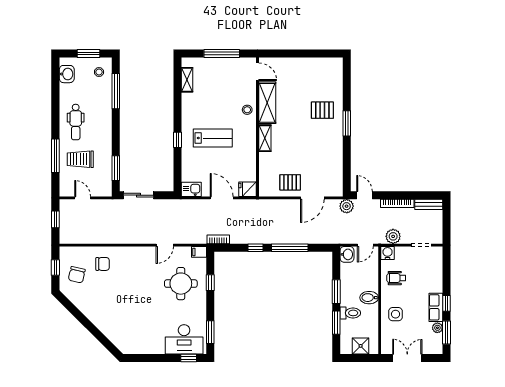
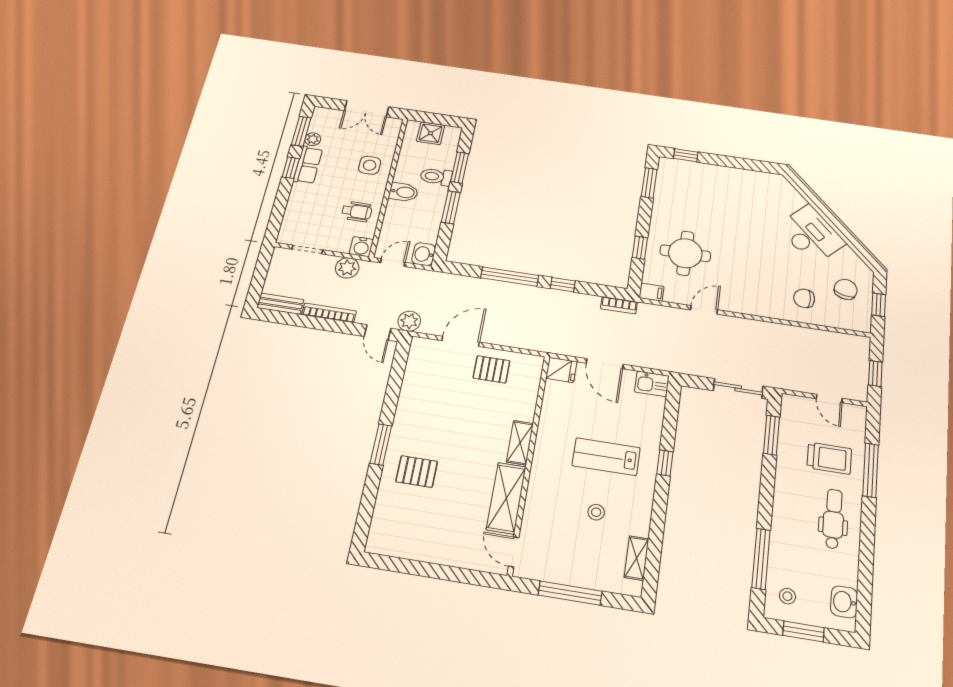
stool: (247, 110) -> (596, 512), moved
desk: (184, 339) -> (811, 235), moved, turned 45

